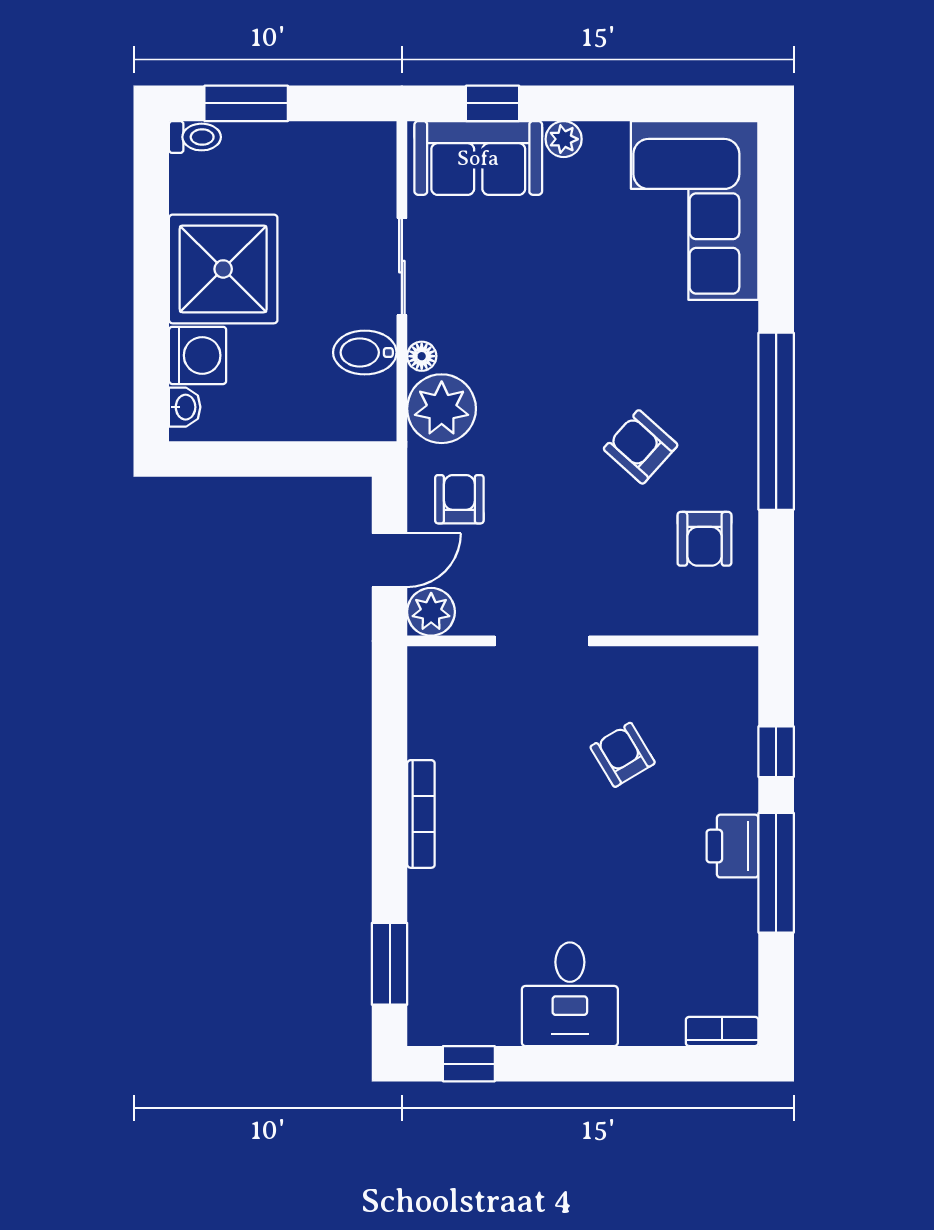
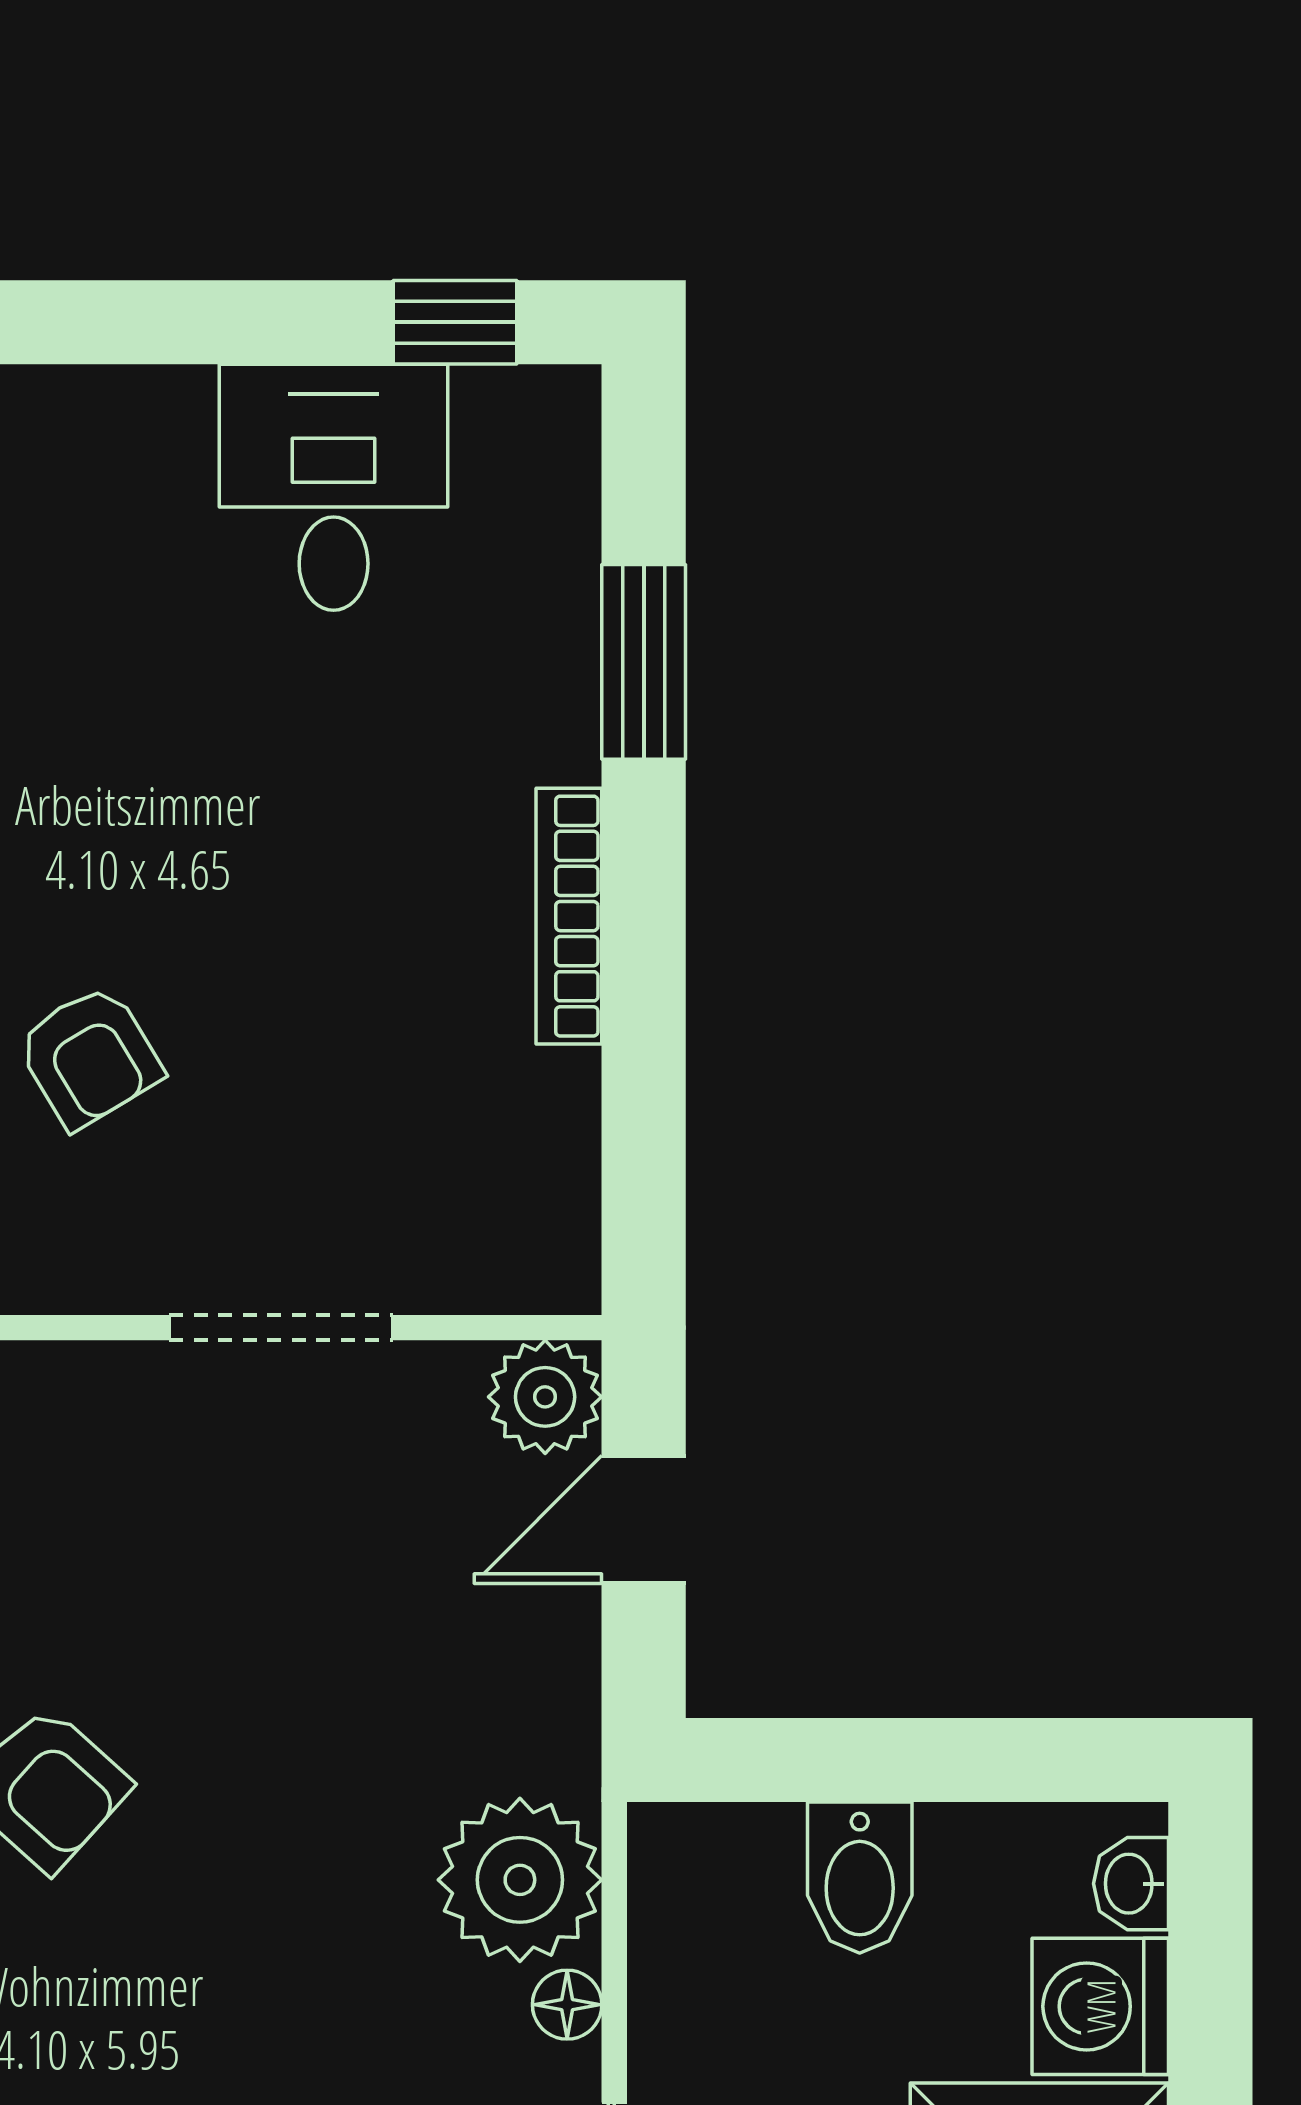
bidet: (365, 352) -> (860, 1878), moved, turned 90
armchair: (459, 499) -> (478, 1665), removed
window: (390, 964) -> (644, 662), moved
desk: (570, 994) -> (334, 487), moved

